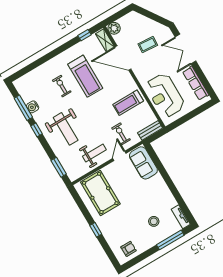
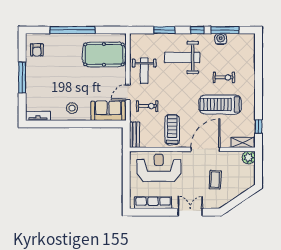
double door: (185, 49) -> (190, 212), width x0.73
door: (123, 58) -> (205, 149), moved
door: (119, 156) -> (128, 92), swing flipped
window: (59, 167) -> (164, 30), moved
stool: (154, 221) -> (72, 108), moved
window: (96, 230) -> (72, 30), width x3.17
window: (170, 240) -> (22, 78), moved

